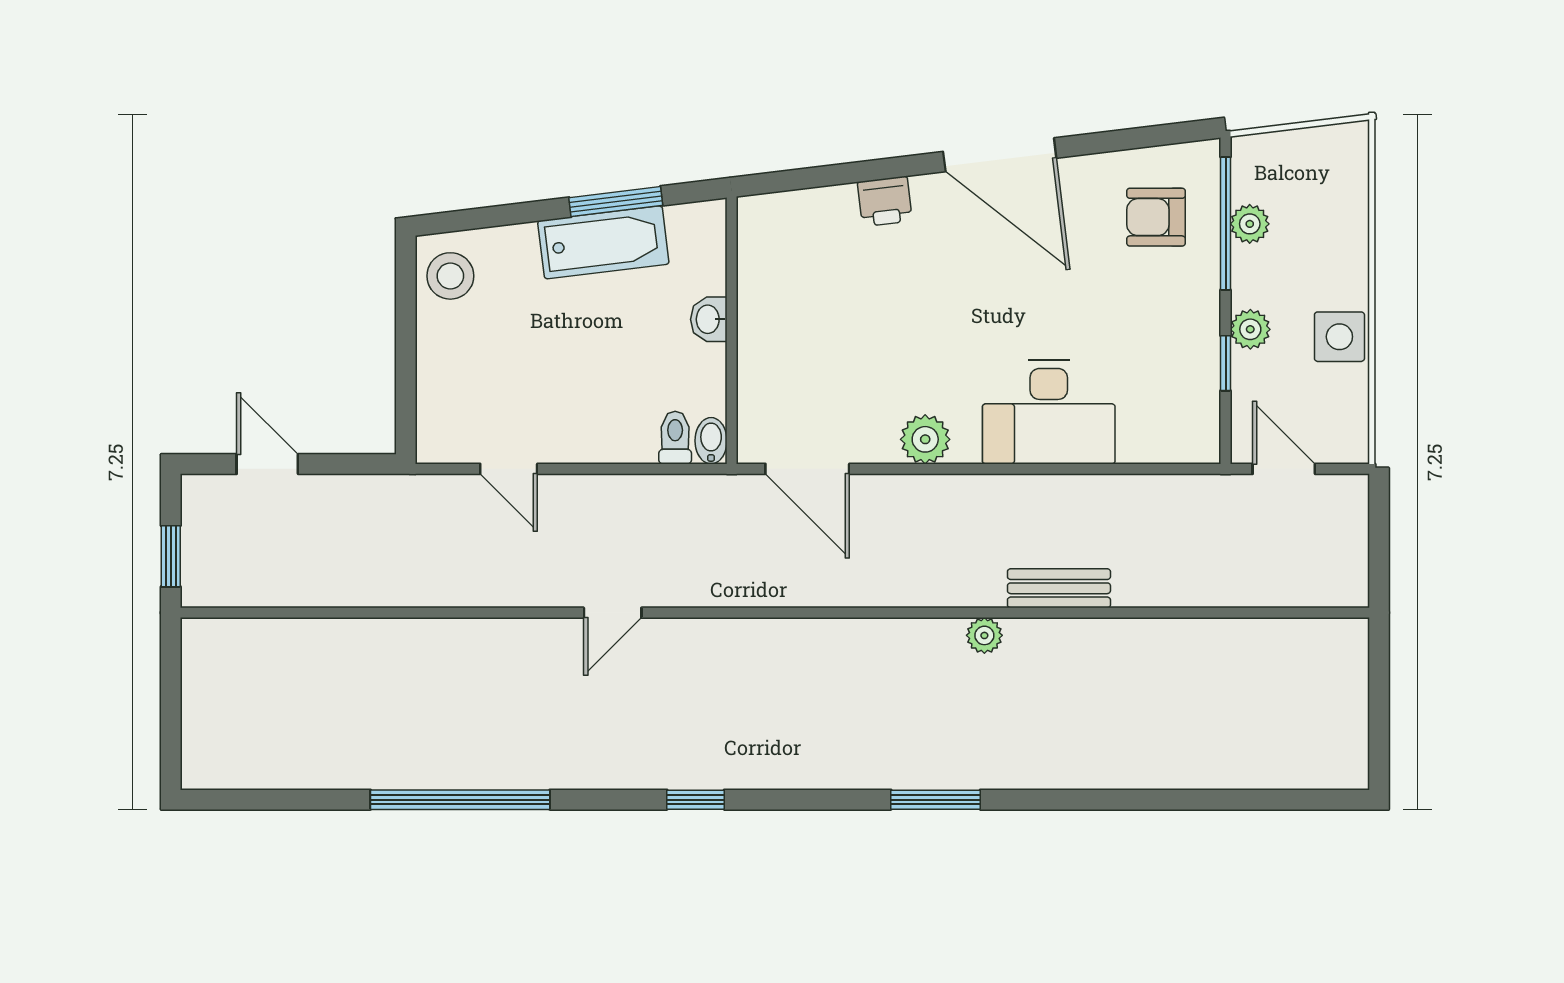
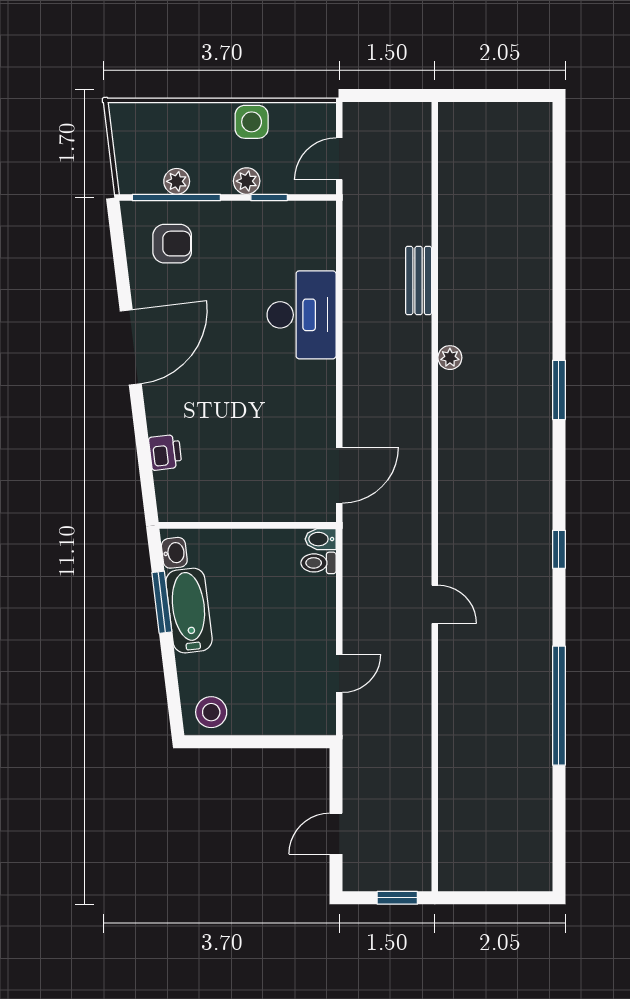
printer: (885, 201) -> (165, 452), moved
armchair: (1156, 217) -> (172, 244), turned -90
washbasin: (709, 319) -> (174, 553), moved, turned -97
plant: (925, 439) -> (320, 397), removed
bench: (1059, 588) -> (419, 281), moved

